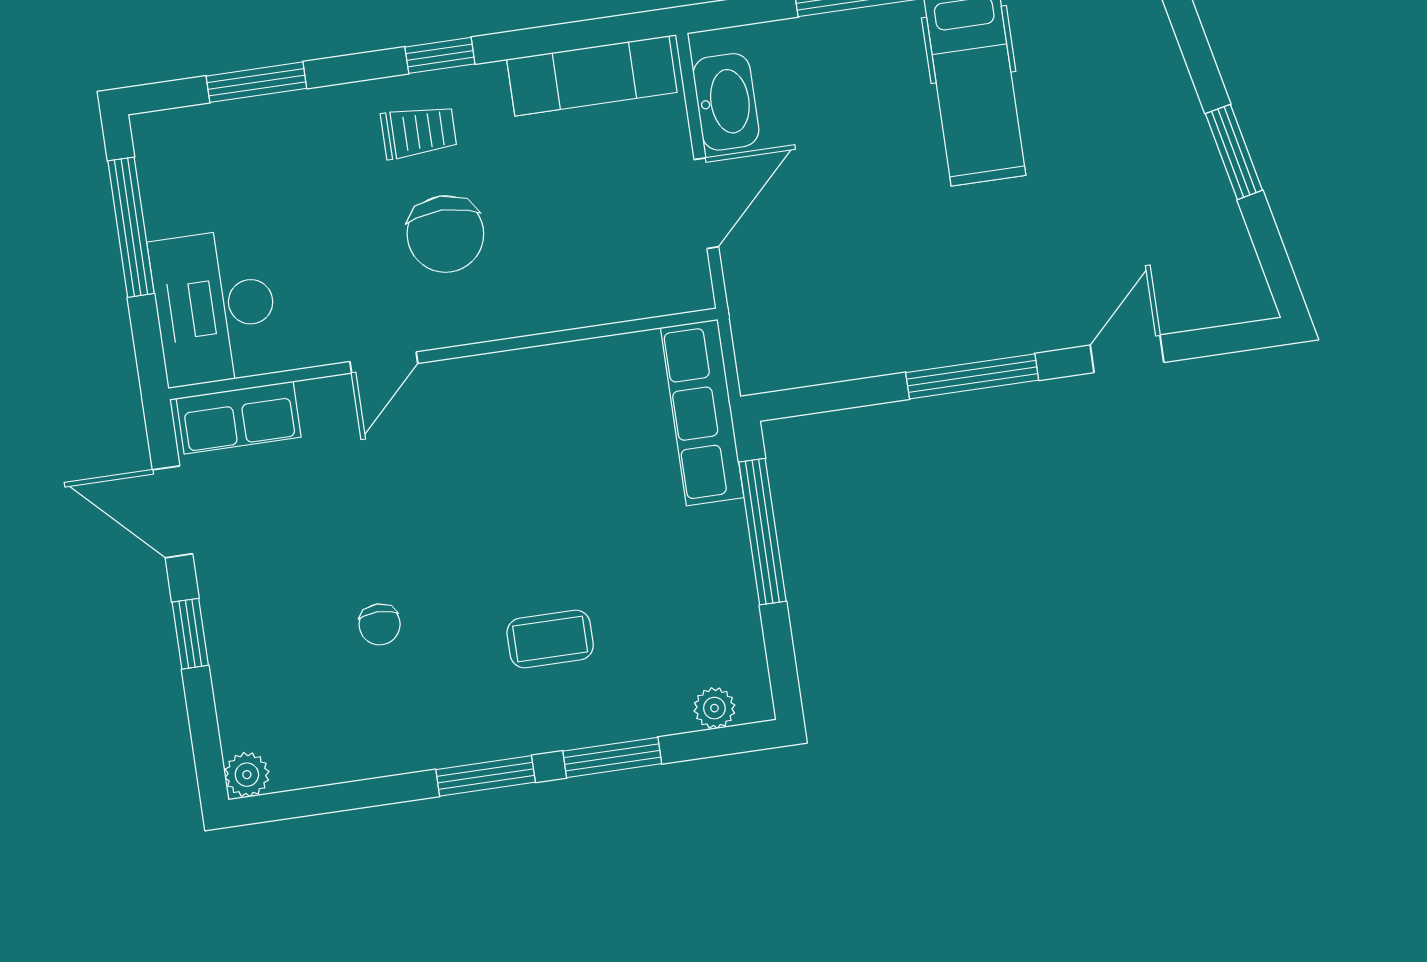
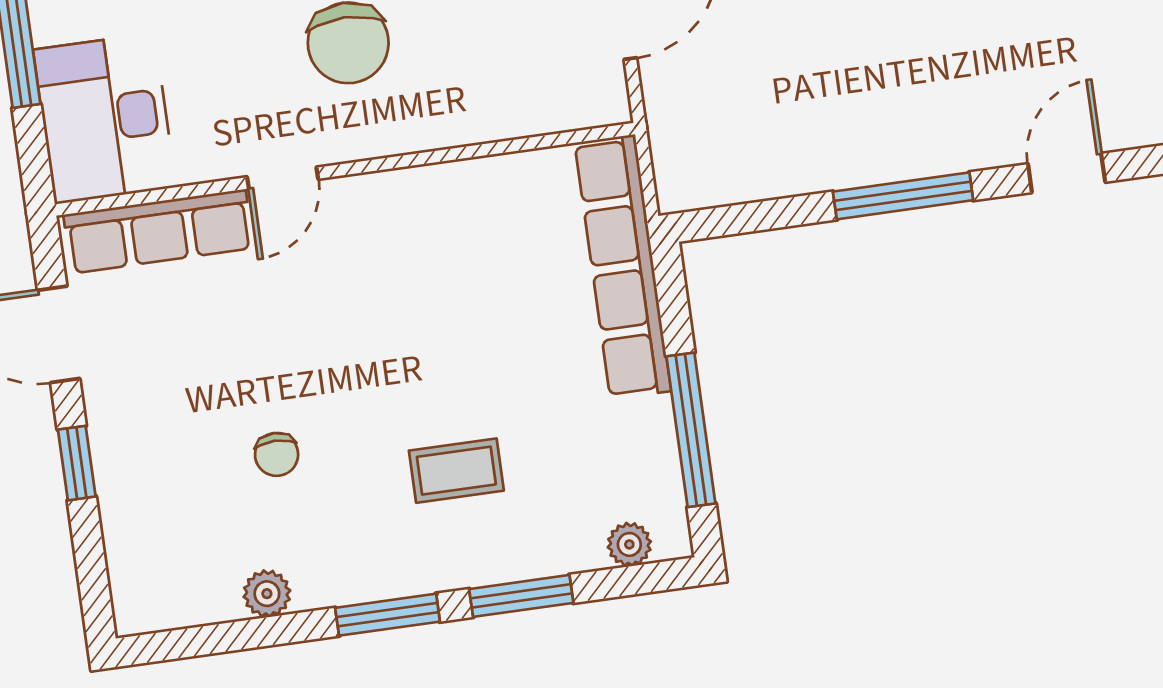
row of seats: (702, 413) -> (623, 267), width x1.36
row of seats: (239, 418) -> (158, 231), width x1.48
window: (762, 532) -> (691, 430), moved
plant: (247, 775) -> (267, 594), moved

